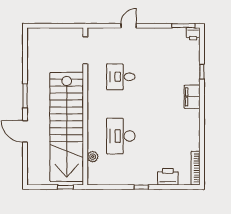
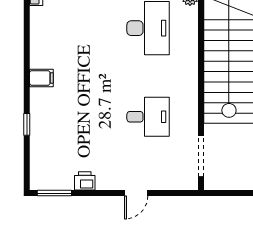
printer: (193, 34) -> (85, 181), moved
filing cabinet: (192, 97) -> (41, 78), width x0.50

